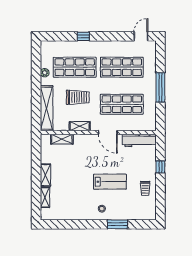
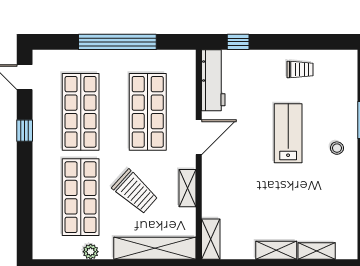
window: (83, 36) -> (25, 131), moved
window: (160, 87) -> (117, 42), width x1.46
trolley: (78, 97) -> (135, 192), turned 132
shelving: (62, 139) -> (211, 239), moved
window: (160, 167) -> (238, 42), moved

